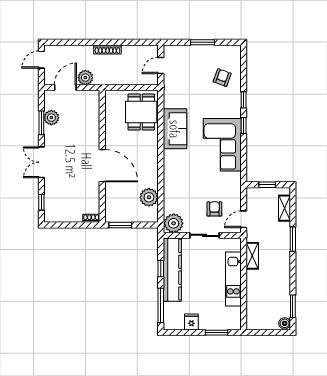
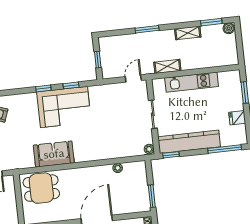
window: (244, 100) -> (71, 85), moved
plant: (149, 197) -> (118, 168), width x0.53, depth x0.53
shelving: (284, 208) -> (188, 33), moved
armchair: (214, 209) -> (126, 108), removed
door: (244, 219) -> (133, 79), swing flipped
plant: (174, 223) -> (149, 149), width x0.53, depth x0.53
window: (161, 269) -> (171, 155), moved

